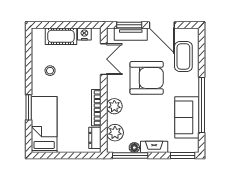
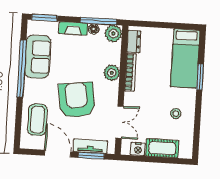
double door: (104, 59) -> (120, 122), swing flipped
armchair: (147, 78) -> (77, 100), turned 82
plant: (115, 133) -> (113, 34), moved

